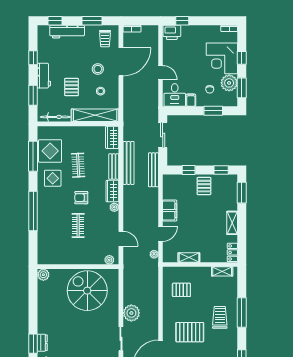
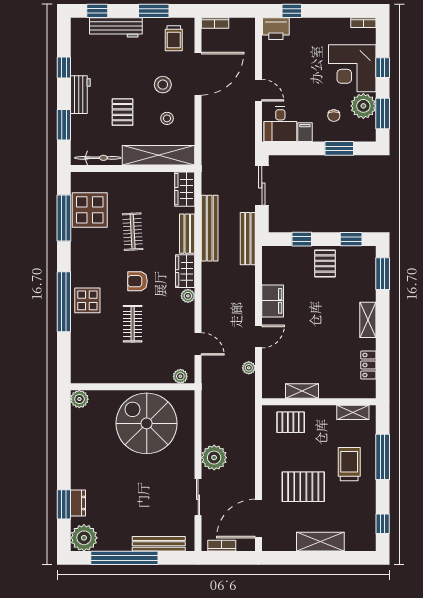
display table: (53, 178) -> (87, 300), moved
shelving: (189, 257) -> (302, 391), moved
wall: (200, 264) -> (319, 402), moved
shelving: (222, 271) -> (353, 412), moved

